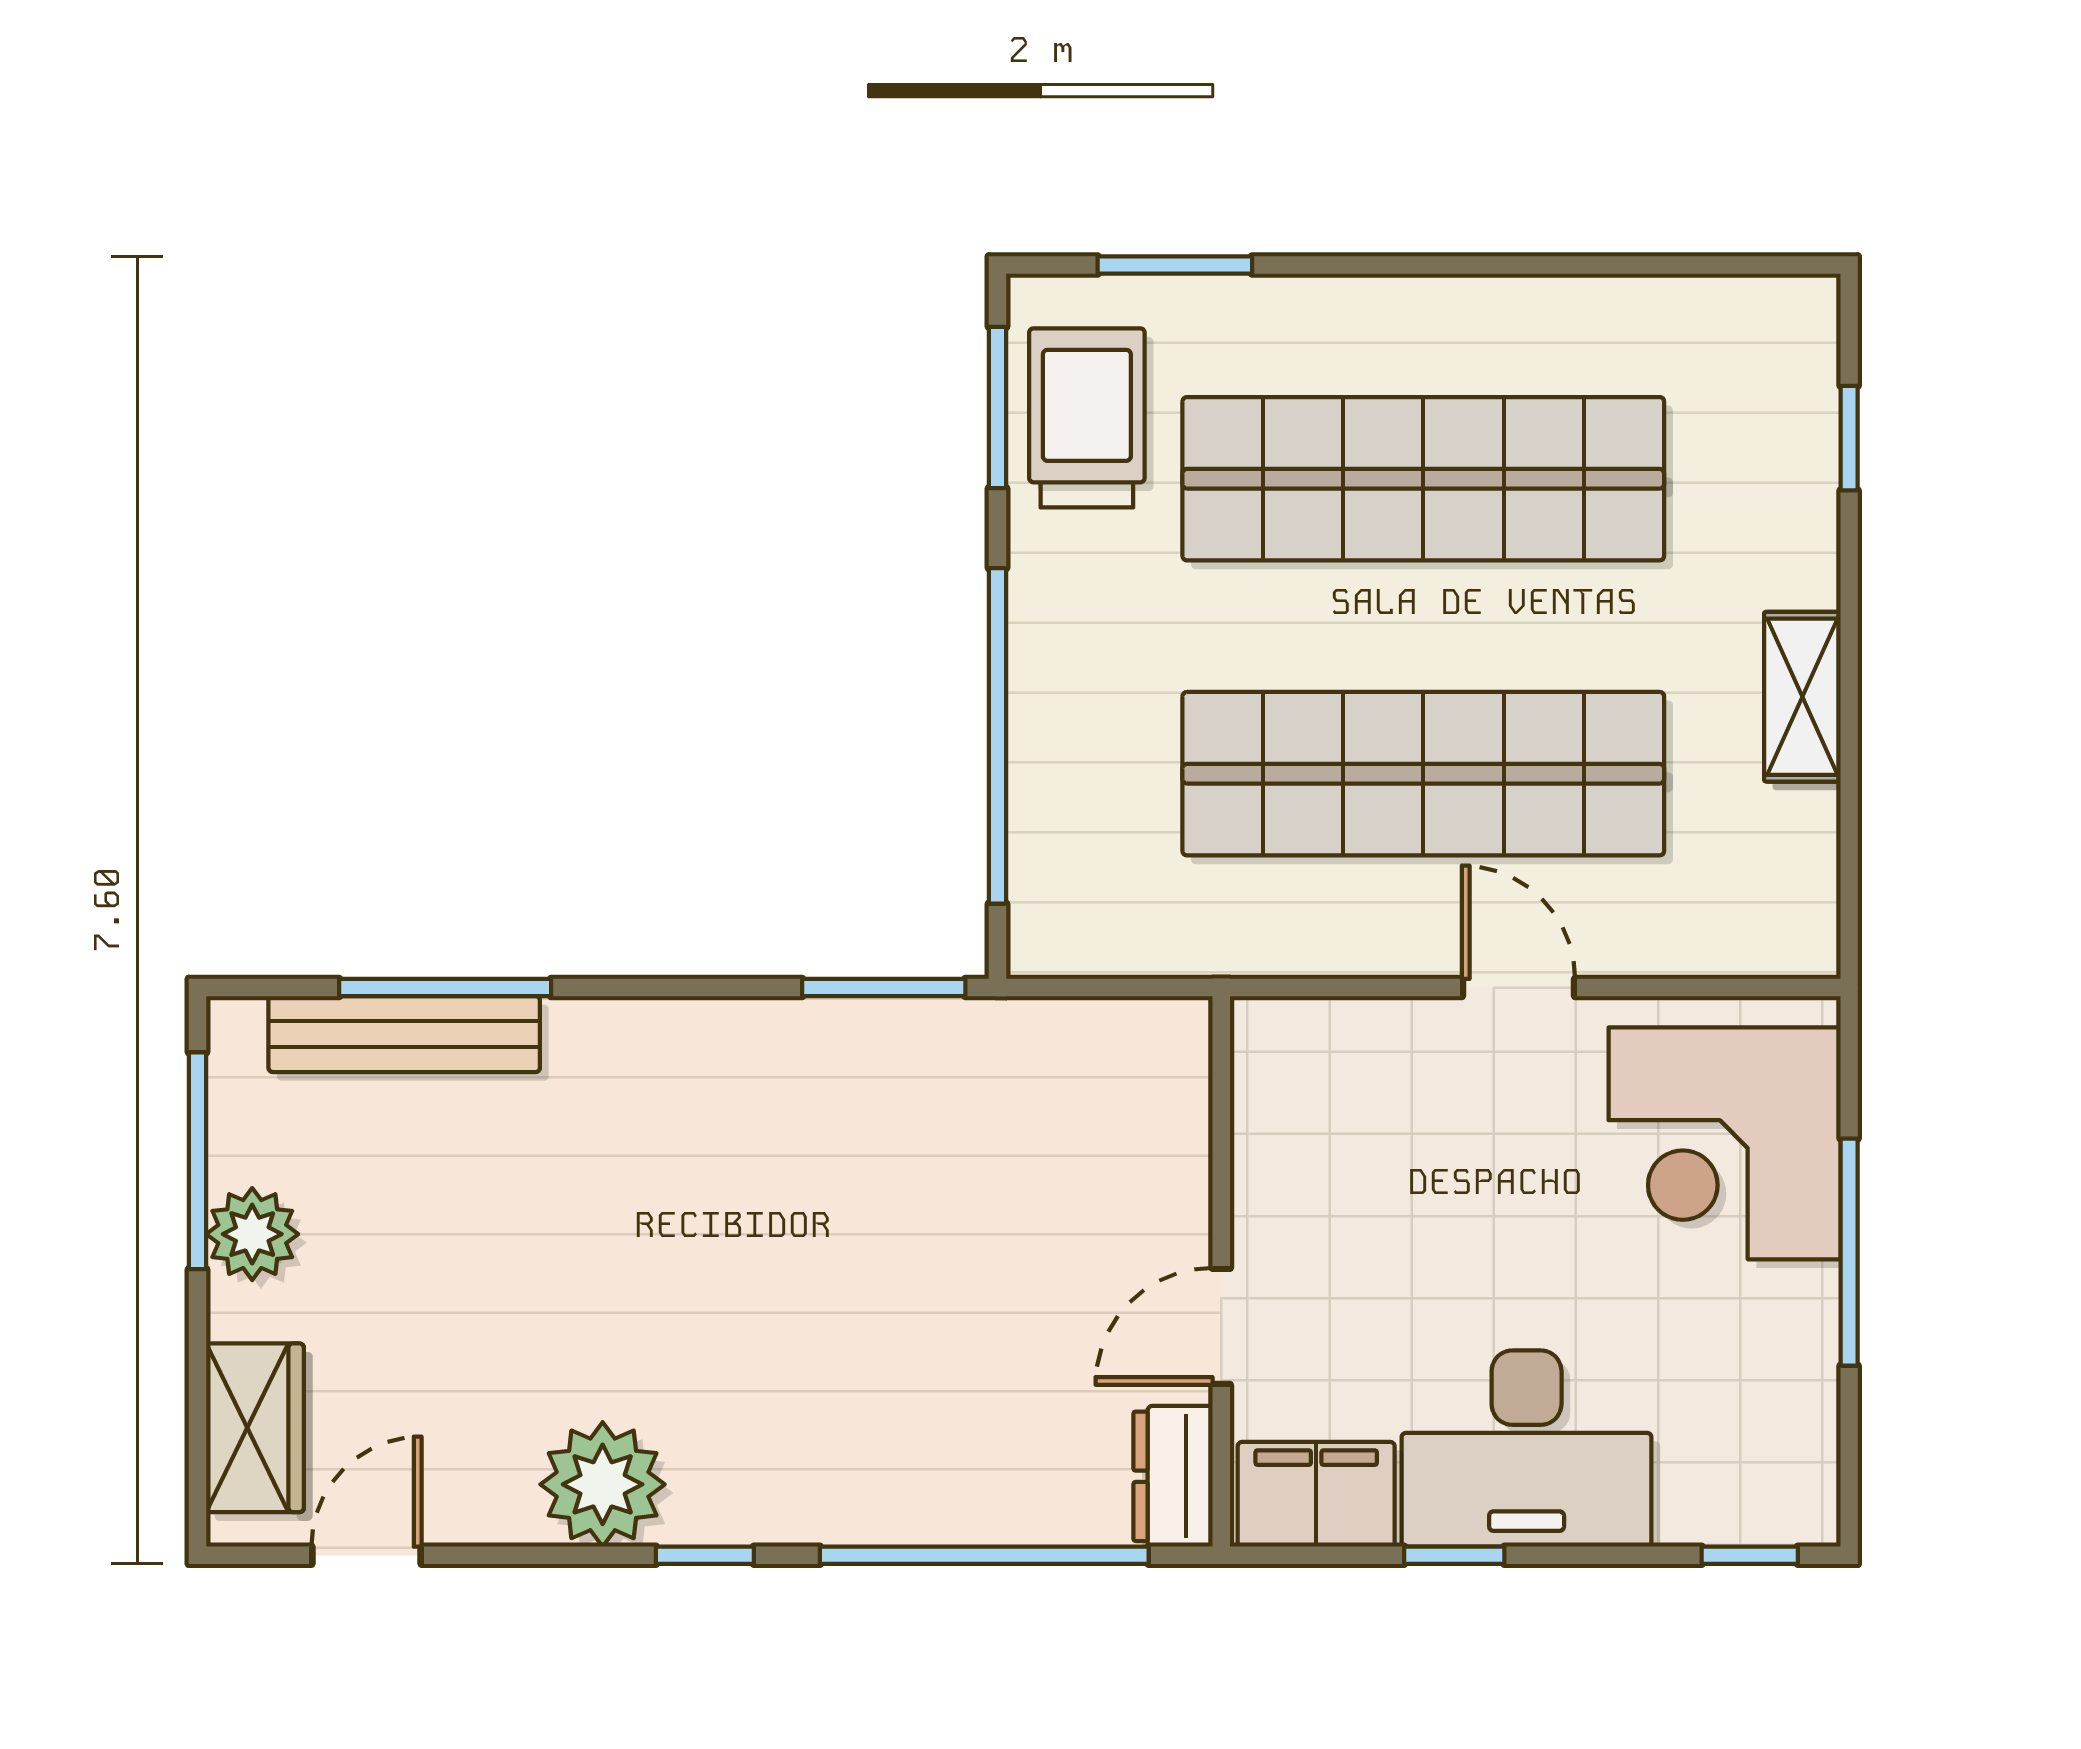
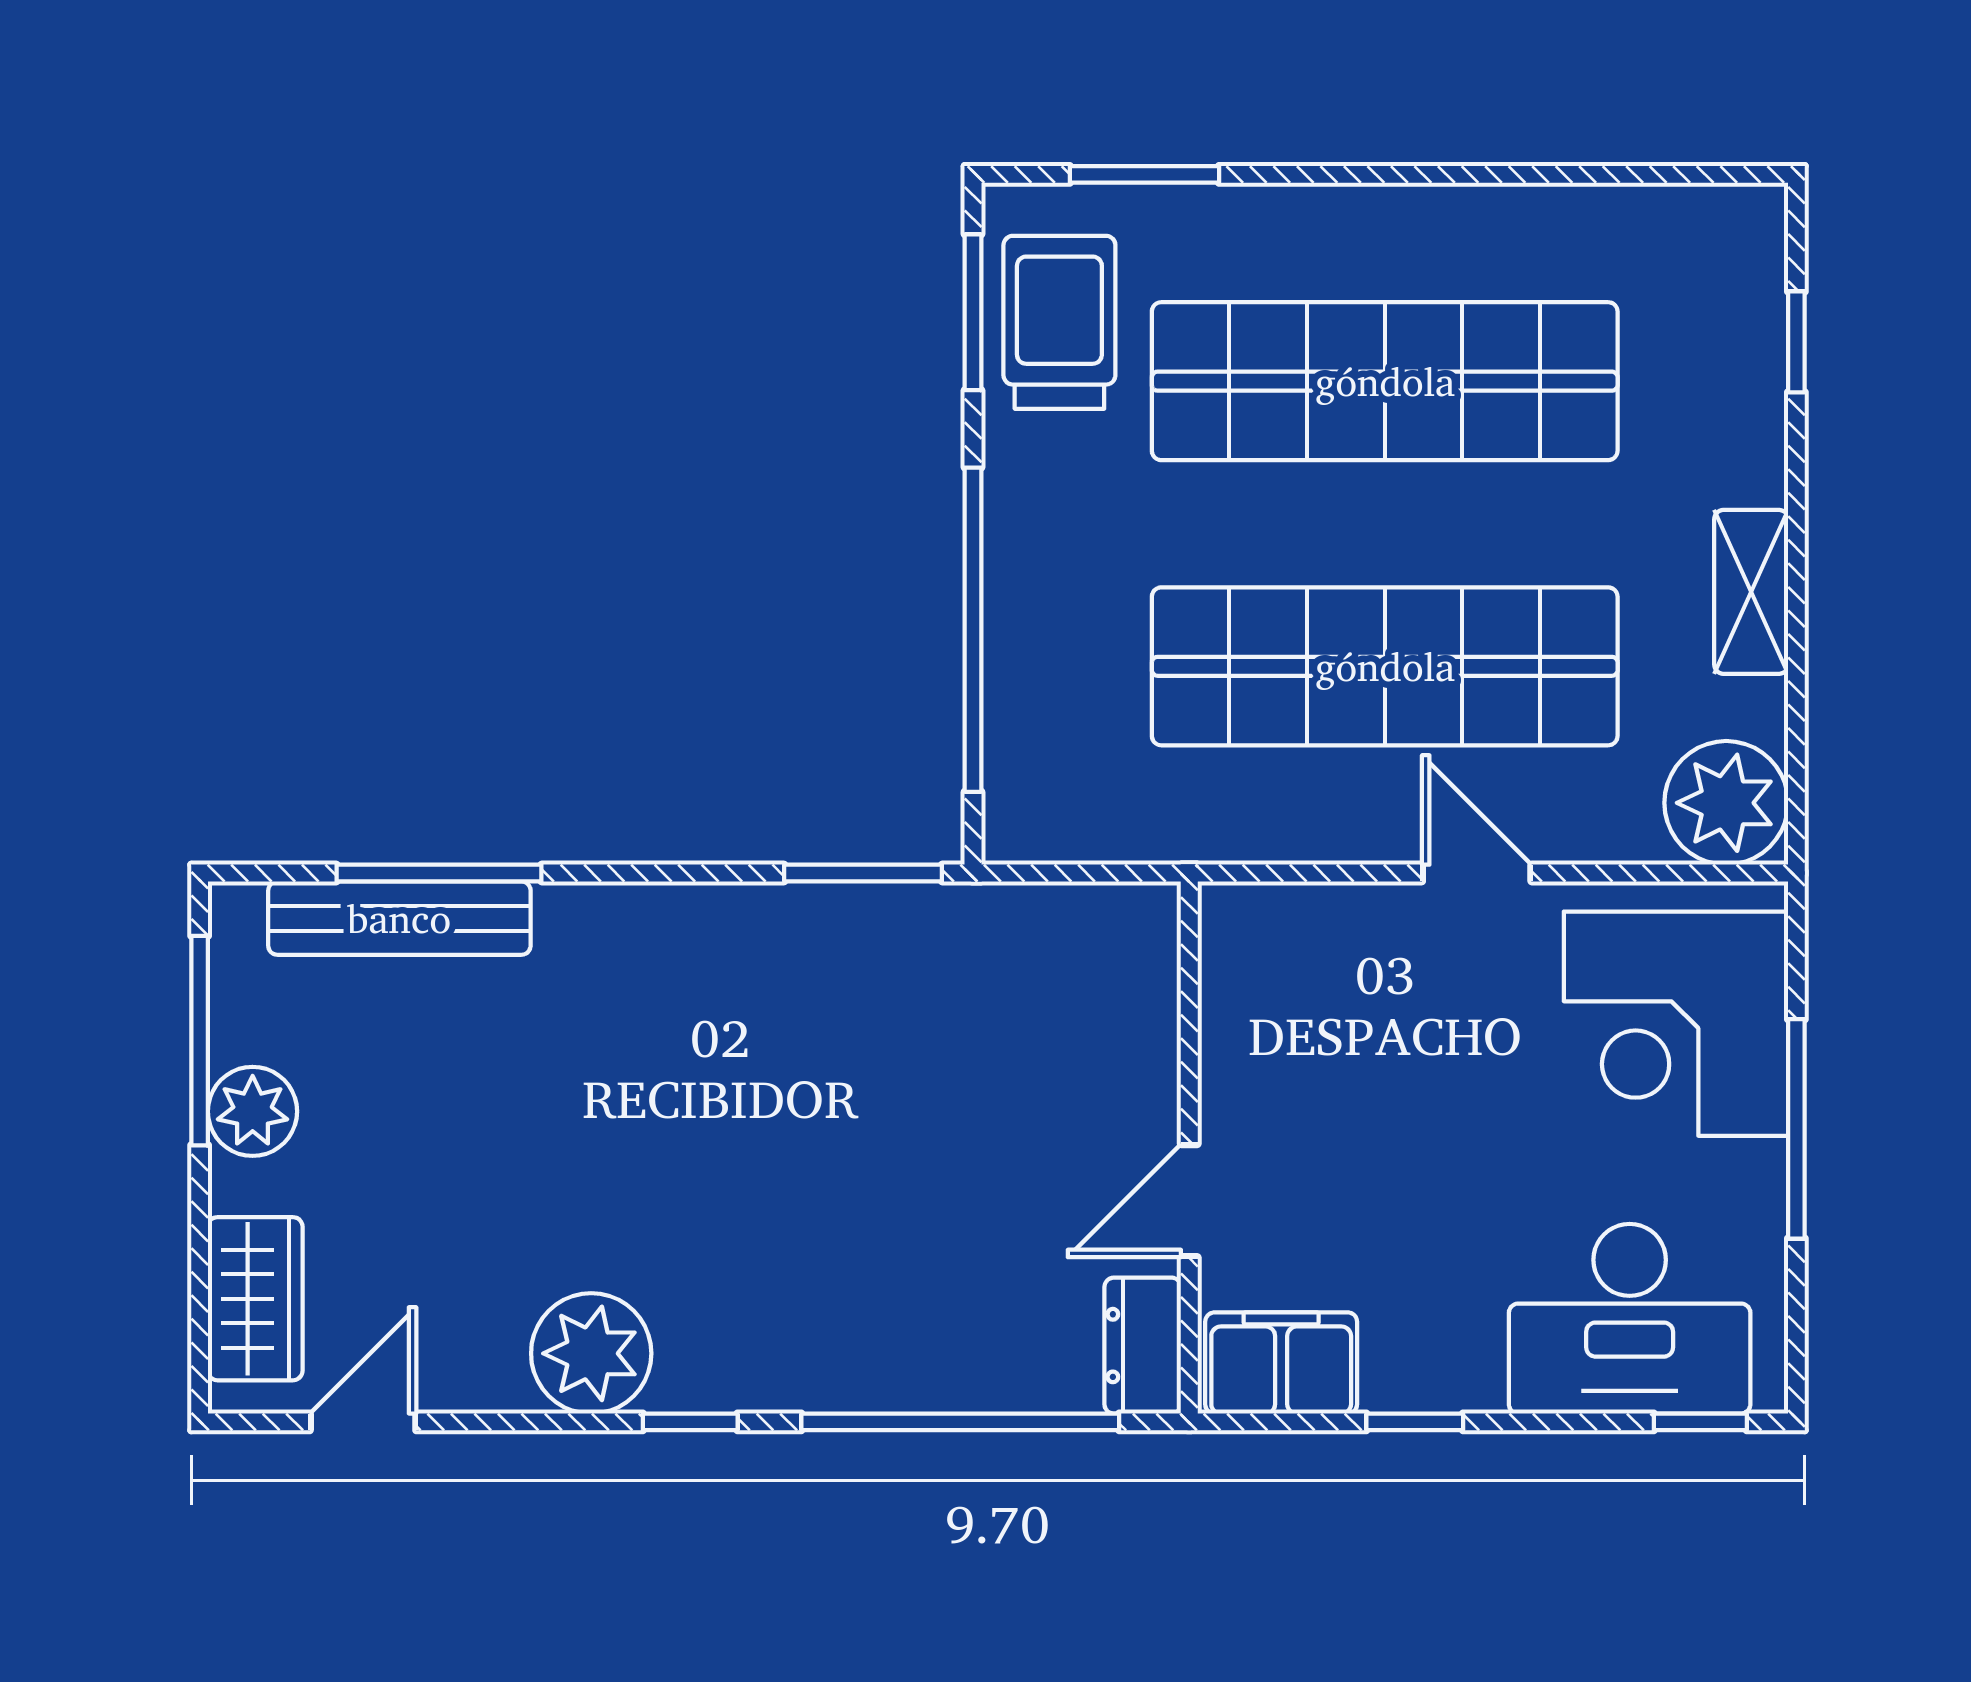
plant: (1777, 915) -> (1726, 803), added
desk: (1527, 1448) -> (1630, 1319), moved

